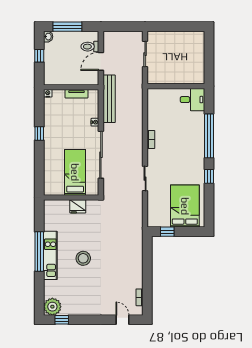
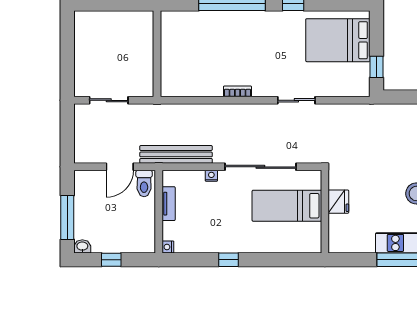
toilet: (90, 47) -> (144, 183), moved
door: (101, 61) -> (120, 167), hinge flipped
desk: (192, 100) -> (177, 29), removed

